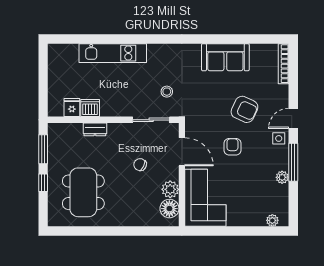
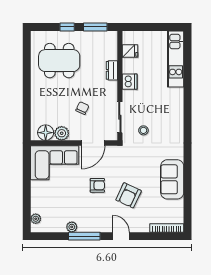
kitchen unit: (113, 53) -> (176, 59), moved
dishwasher: (90, 108) -> (130, 82), moved
side table: (279, 138) -> (104, 224), removed

